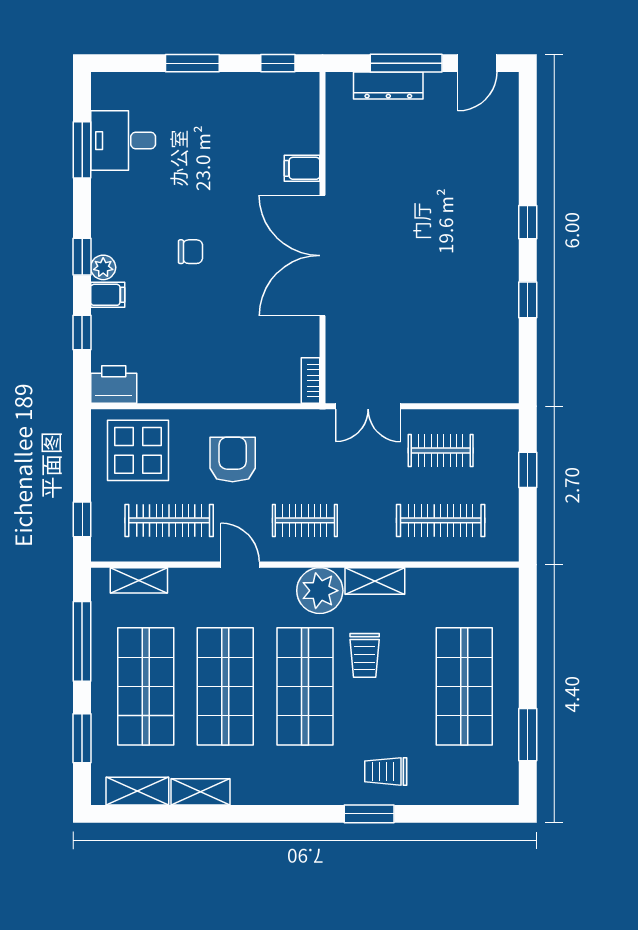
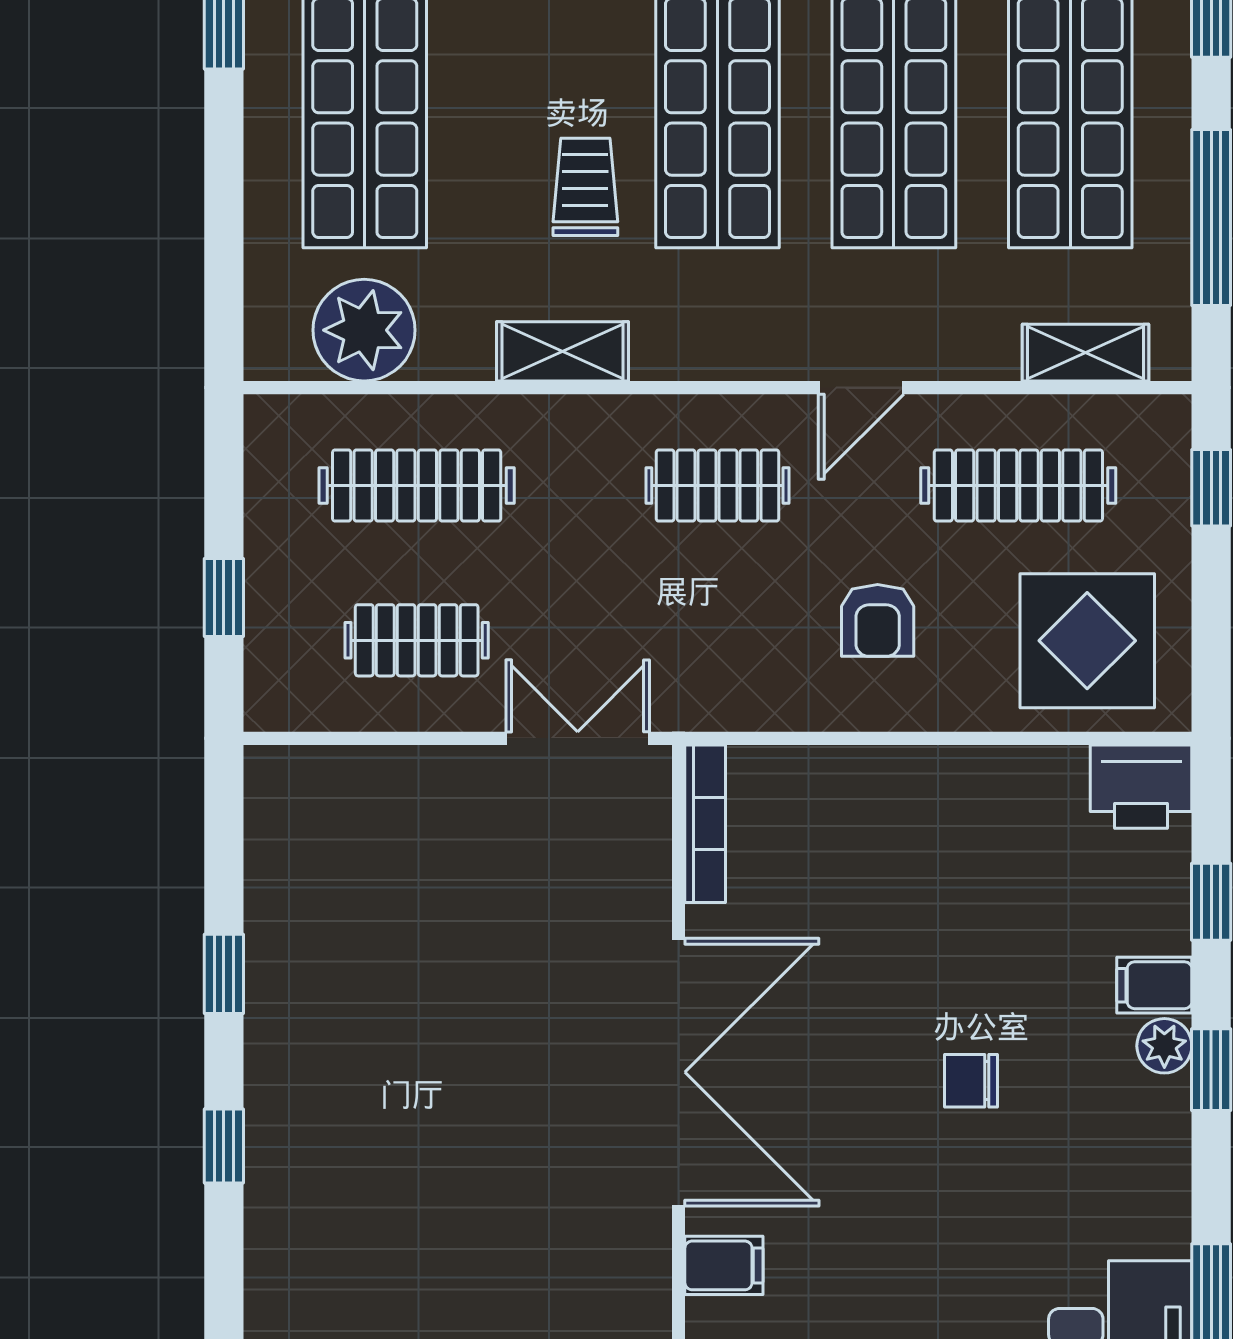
bookcase: (310, 381) -> (705, 824), width x1.56
armchair: (233, 459) -> (878, 620), width x0.72, depth x0.72
door: (240, 565) -> (861, 388), hinge flipped
plant: (320, 591) -> (364, 330), moved

